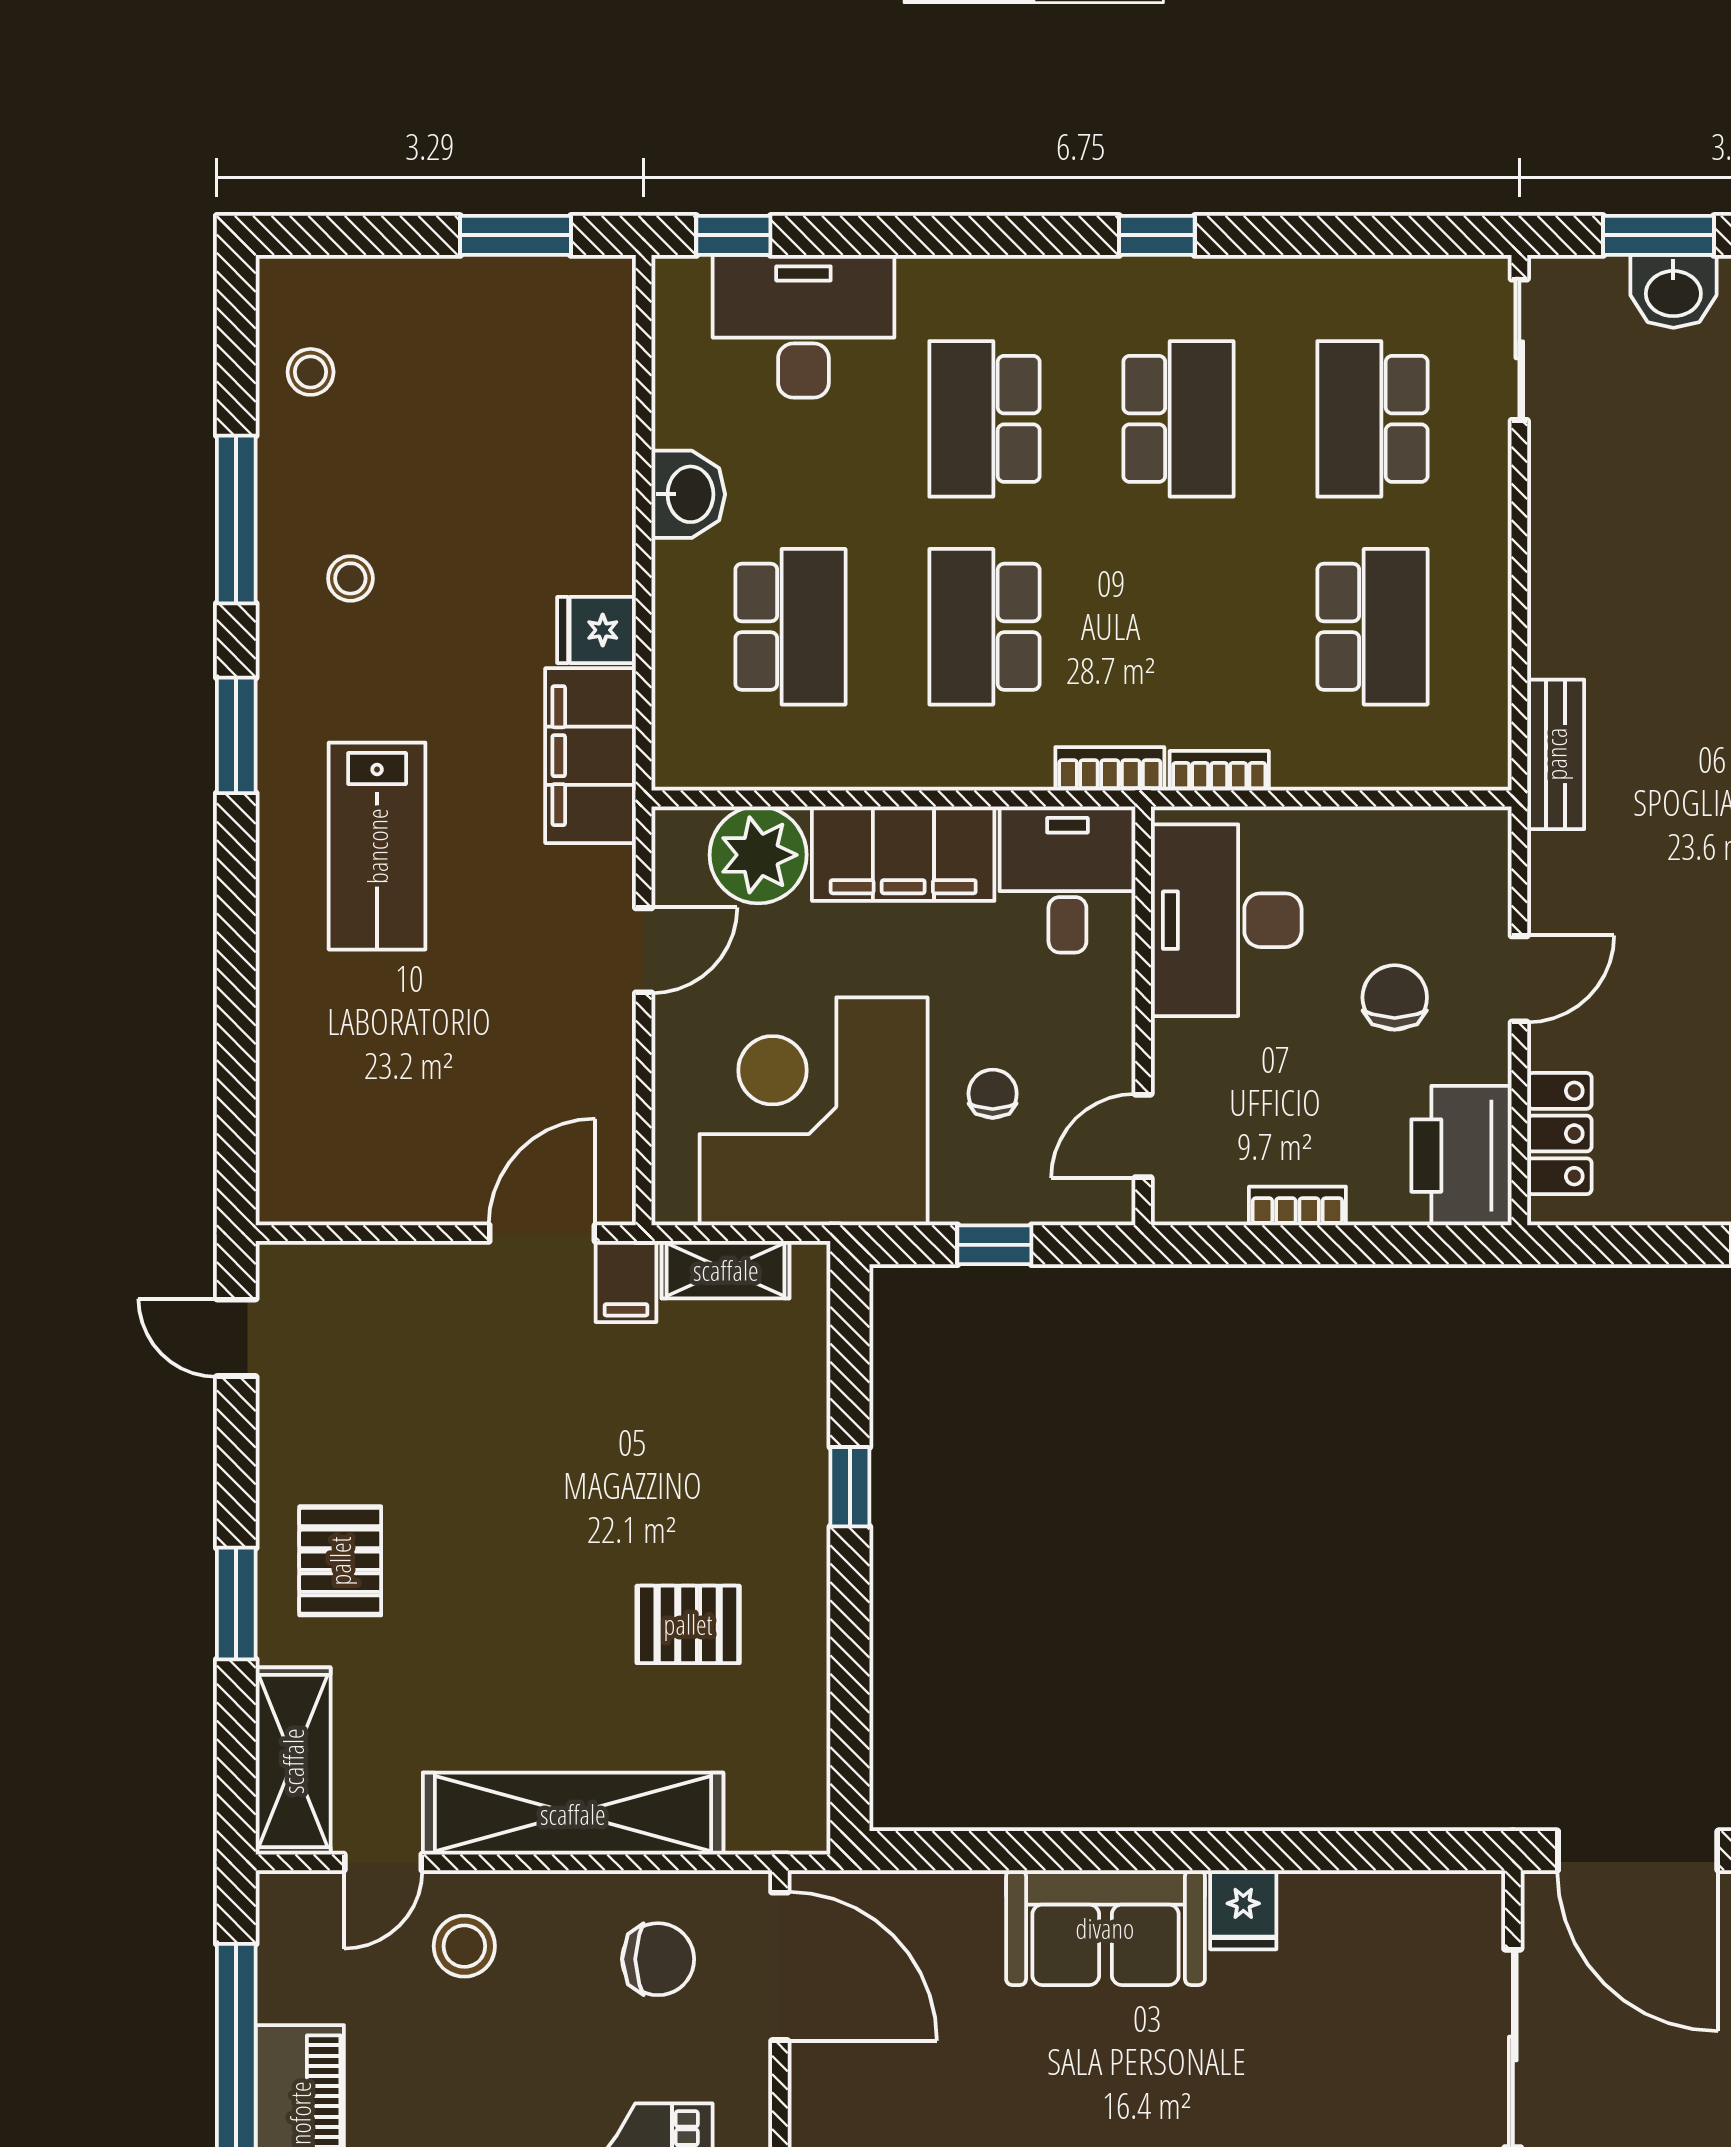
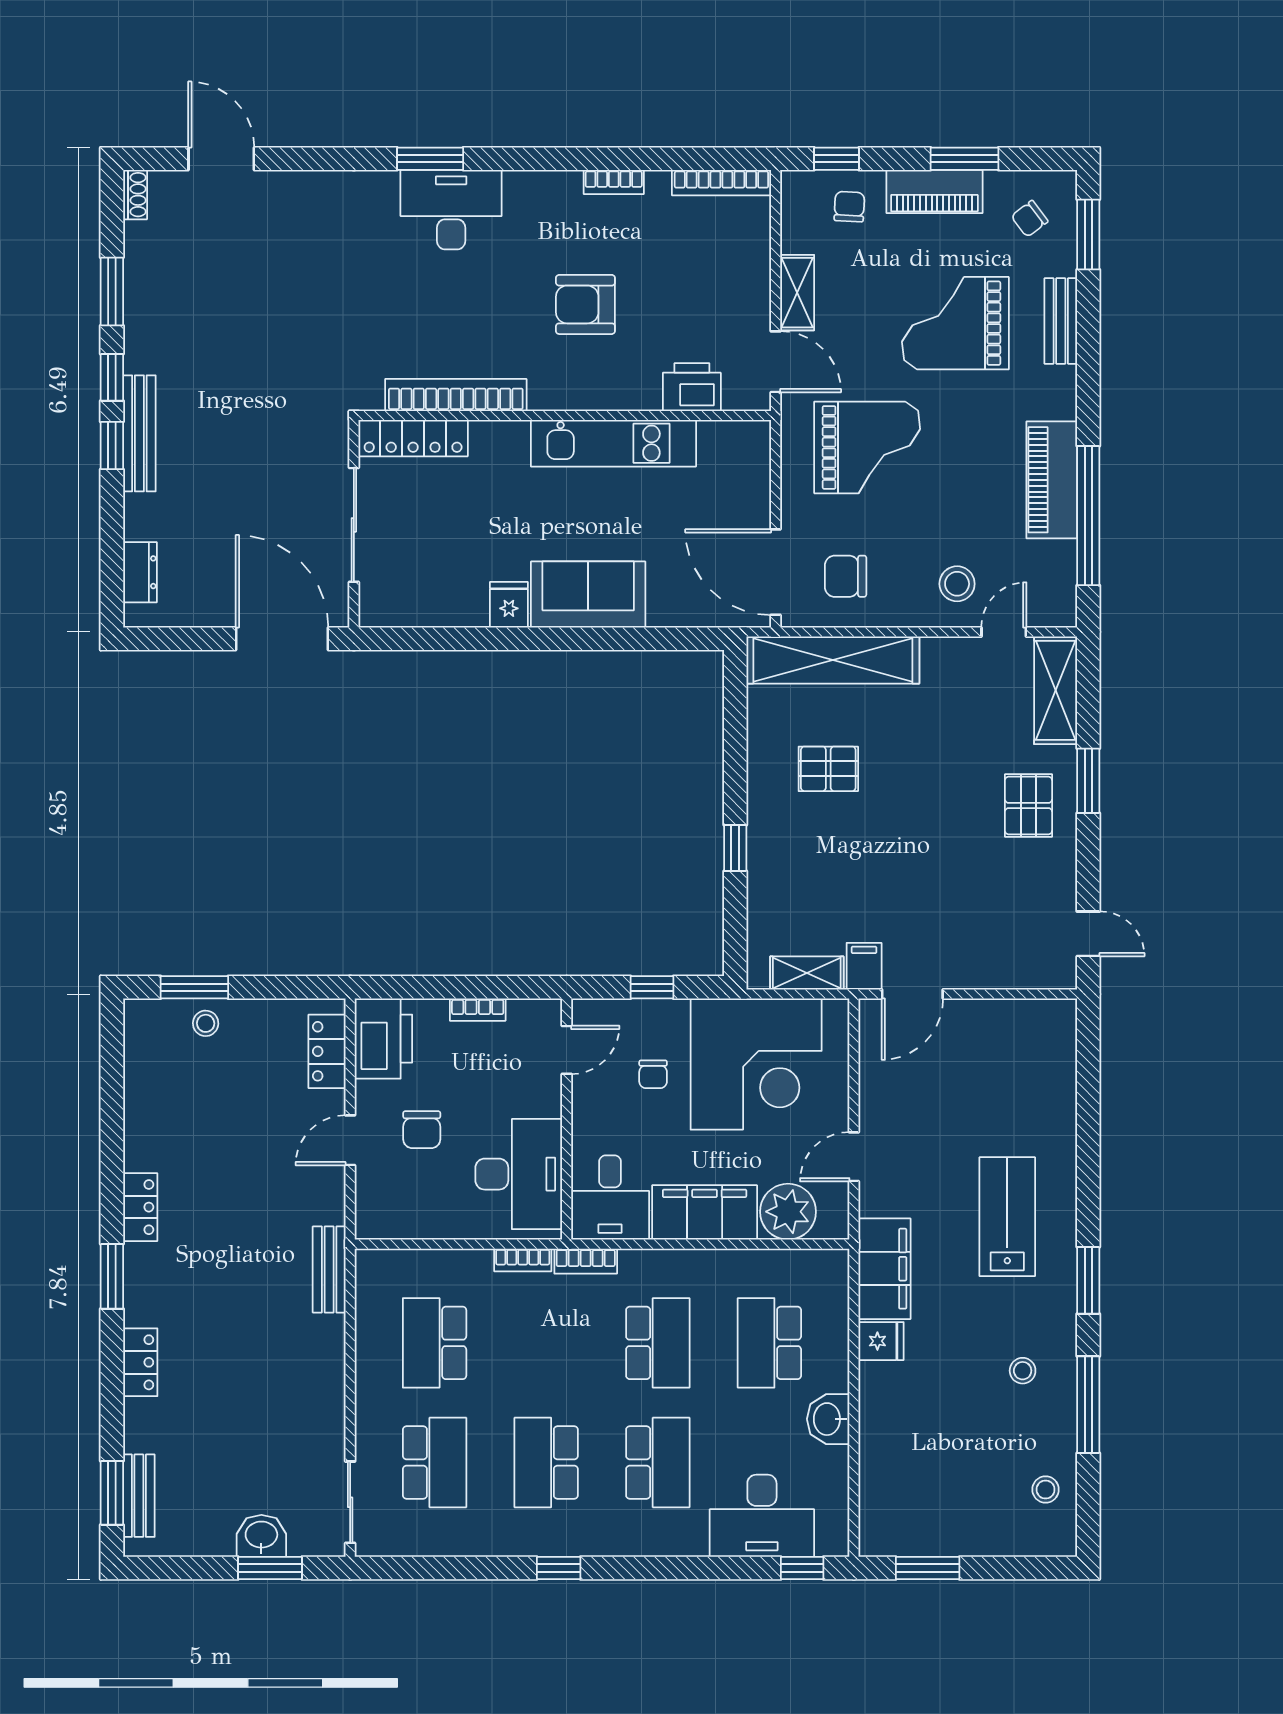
shelving: (573, 1814) -> (833, 660), moved

